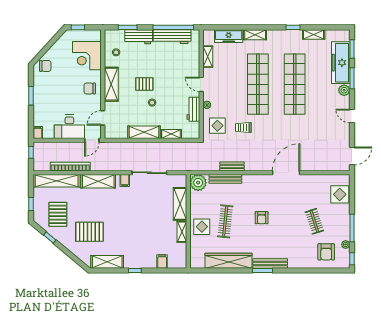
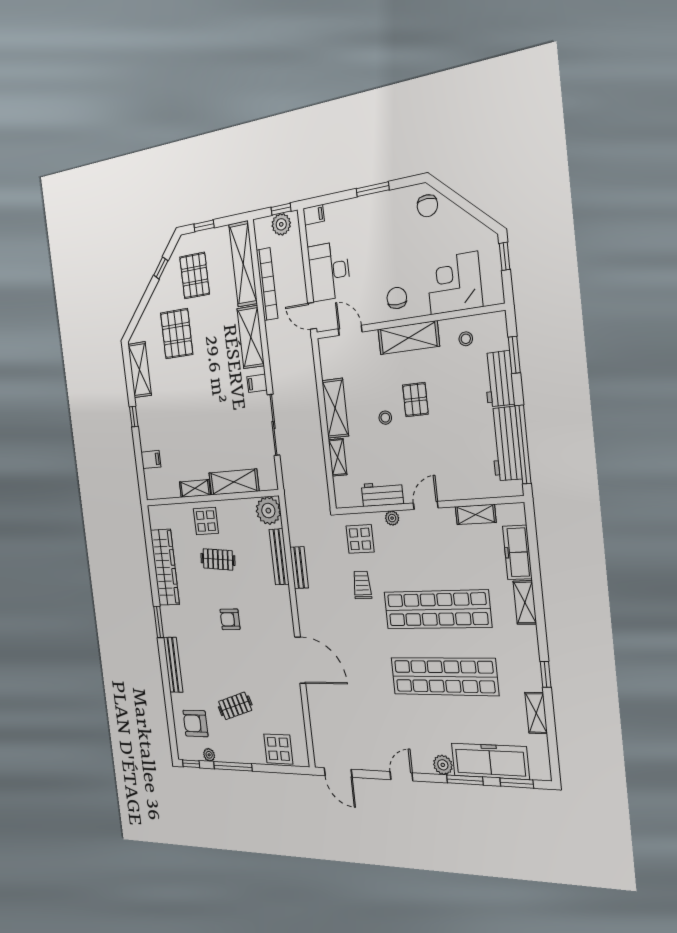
plant: (39, 153) -> (281, 224), added
pallet: (58, 214) -> (195, 276), turned 90
clothes rail: (225, 221) -> (218, 559), width x0.73
bench: (270, 263) -> (173, 665), moved

